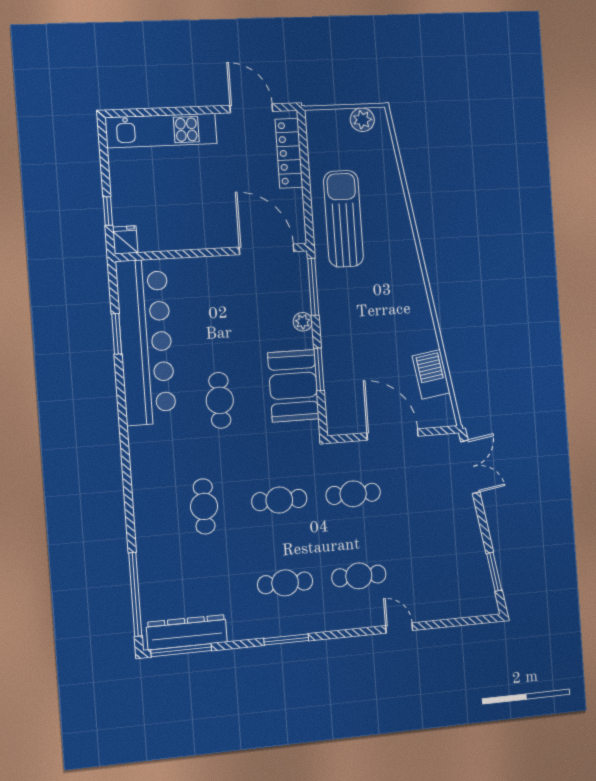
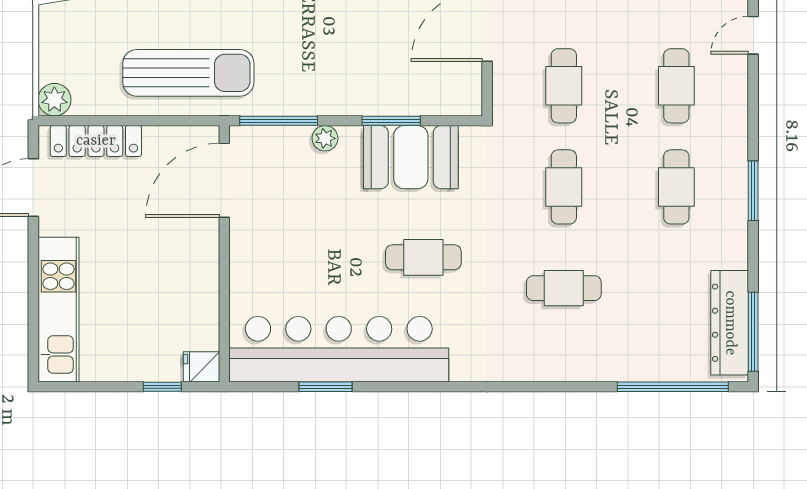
plant: (362, 120) -> (54, 100), moved
sun lounger: (343, 219) -> (188, 73), turned 180

